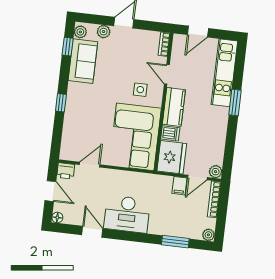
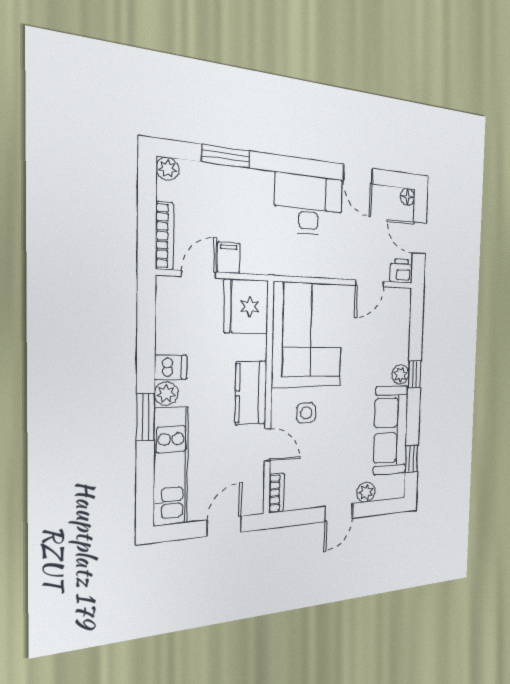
plant: (80, 32) -> (400, 375), moved
sofa: (83, 61) -> (391, 430), width x1.36
dishwasher: (170, 133) -> (171, 367), moved, turned 180
plant: (216, 172) -> (166, 394), moved

